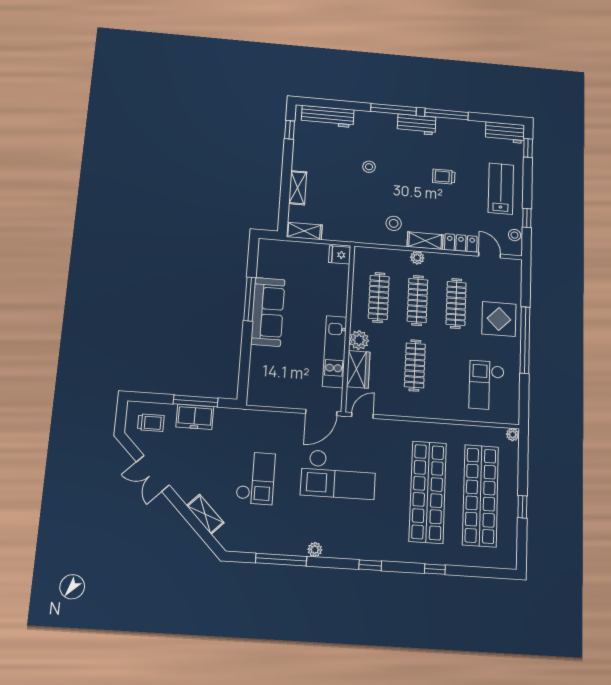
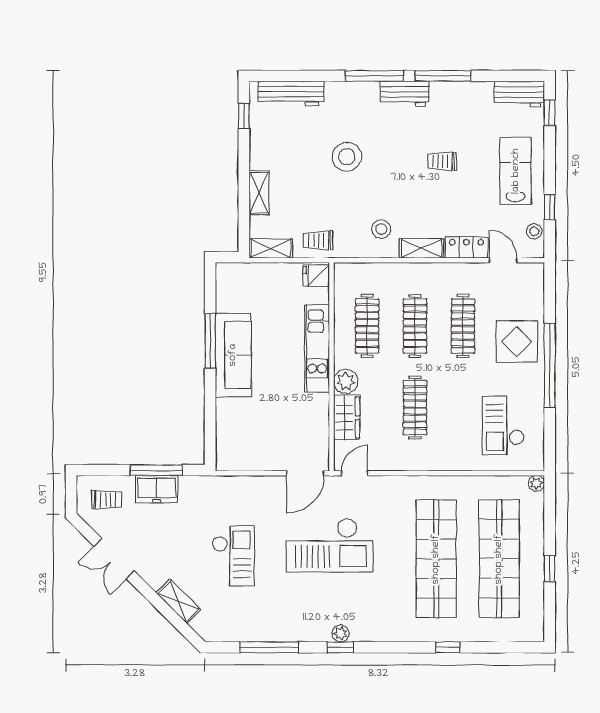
stool: (369, 167) -> (347, 157), width x1.89, depth x1.89
trolley: (343, 228) -> (318, 240), added
plant: (417, 258) -> (413, 271), removed
kitchen unit: (335, 352) -> (317, 348), moved
plant: (315, 550) -> (341, 634), moved
window: (370, 565) -> (340, 647), moved

